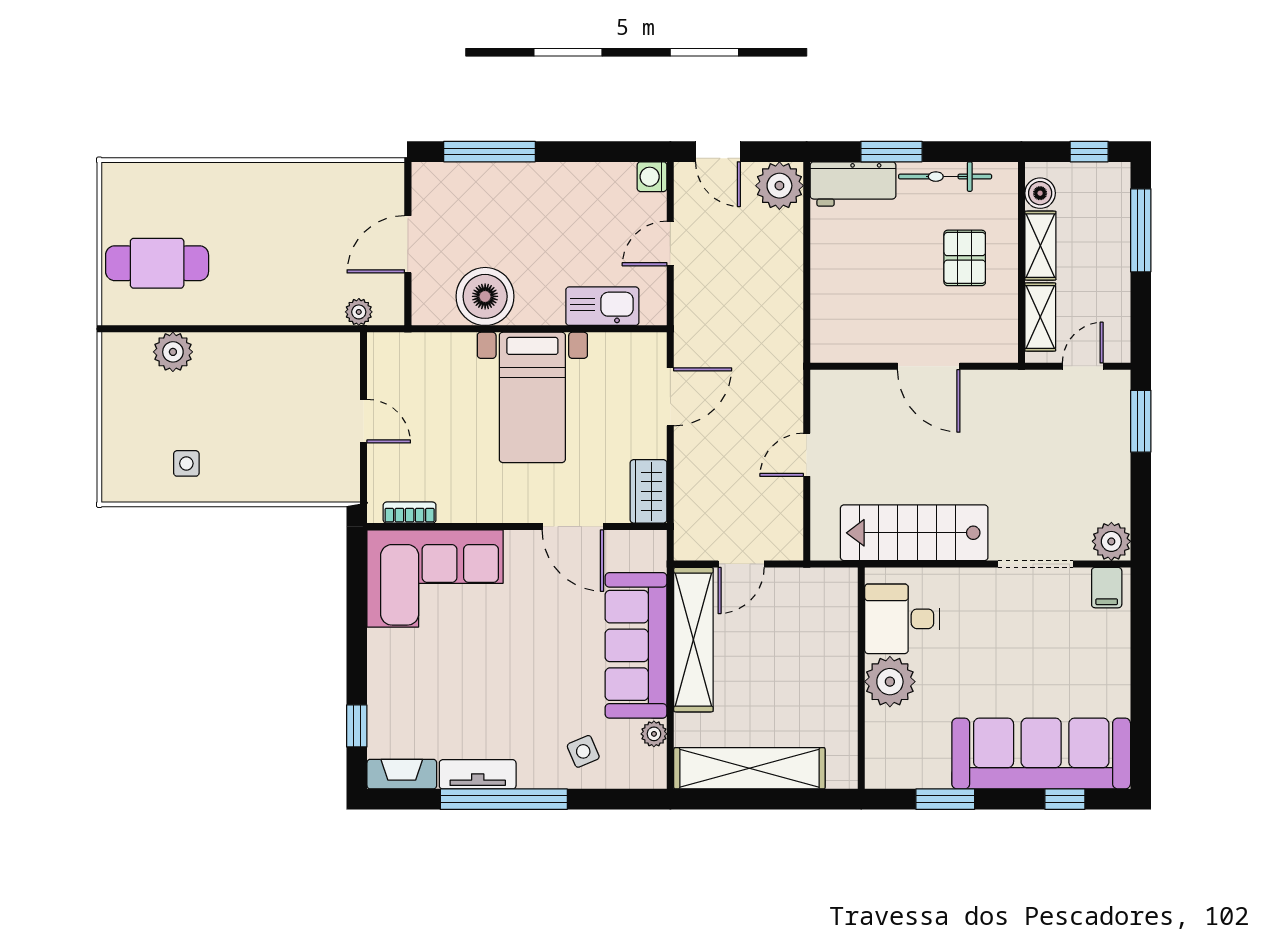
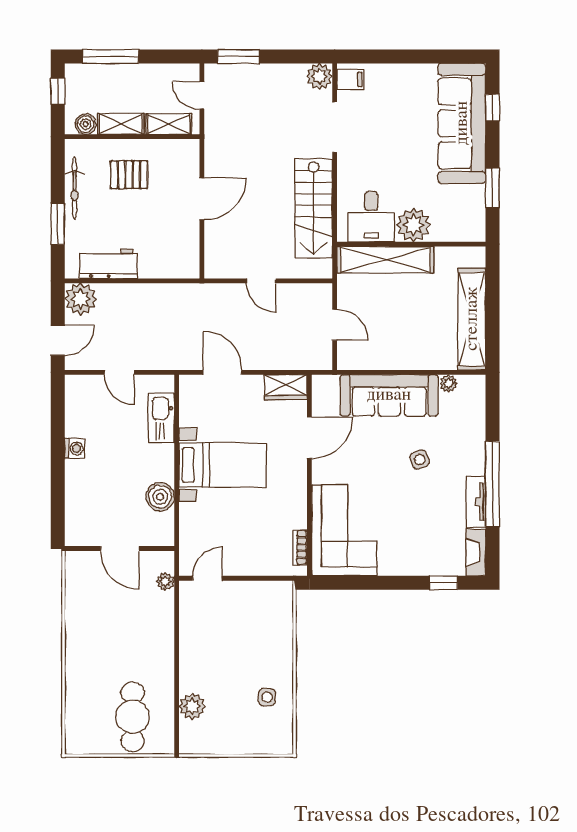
window: (489, 152) -> (58, 494), removed
washing machine: (652, 177) -> (75, 448), moved, turned -90
workbench: (853, 184) -> (108, 264), moved, turned -90
boiler: (485, 296) -> (160, 497), width x0.73, depth x0.73
door: (364, 421) -> (207, 578), moved
shelving: (693, 640) -> (385, 260), moved
side table: (583, 751) -> (420, 460), moved

